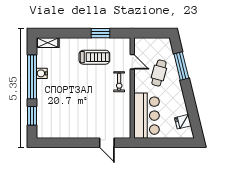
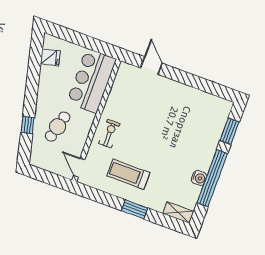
window: (101, 33) -> (134, 209), moved
door: (132, 62) -> (79, 168), moved
window: (181, 66) -> (28, 125), width x0.46

